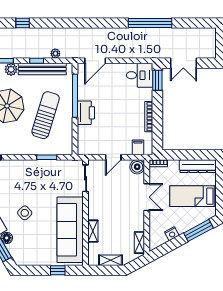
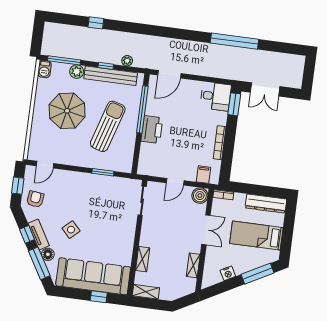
sofa: (70, 230) -> (93, 276), moved, turned 90
shelving: (139, 243) -> (193, 265), moved
shelving: (110, 260) -> (146, 292), moved

